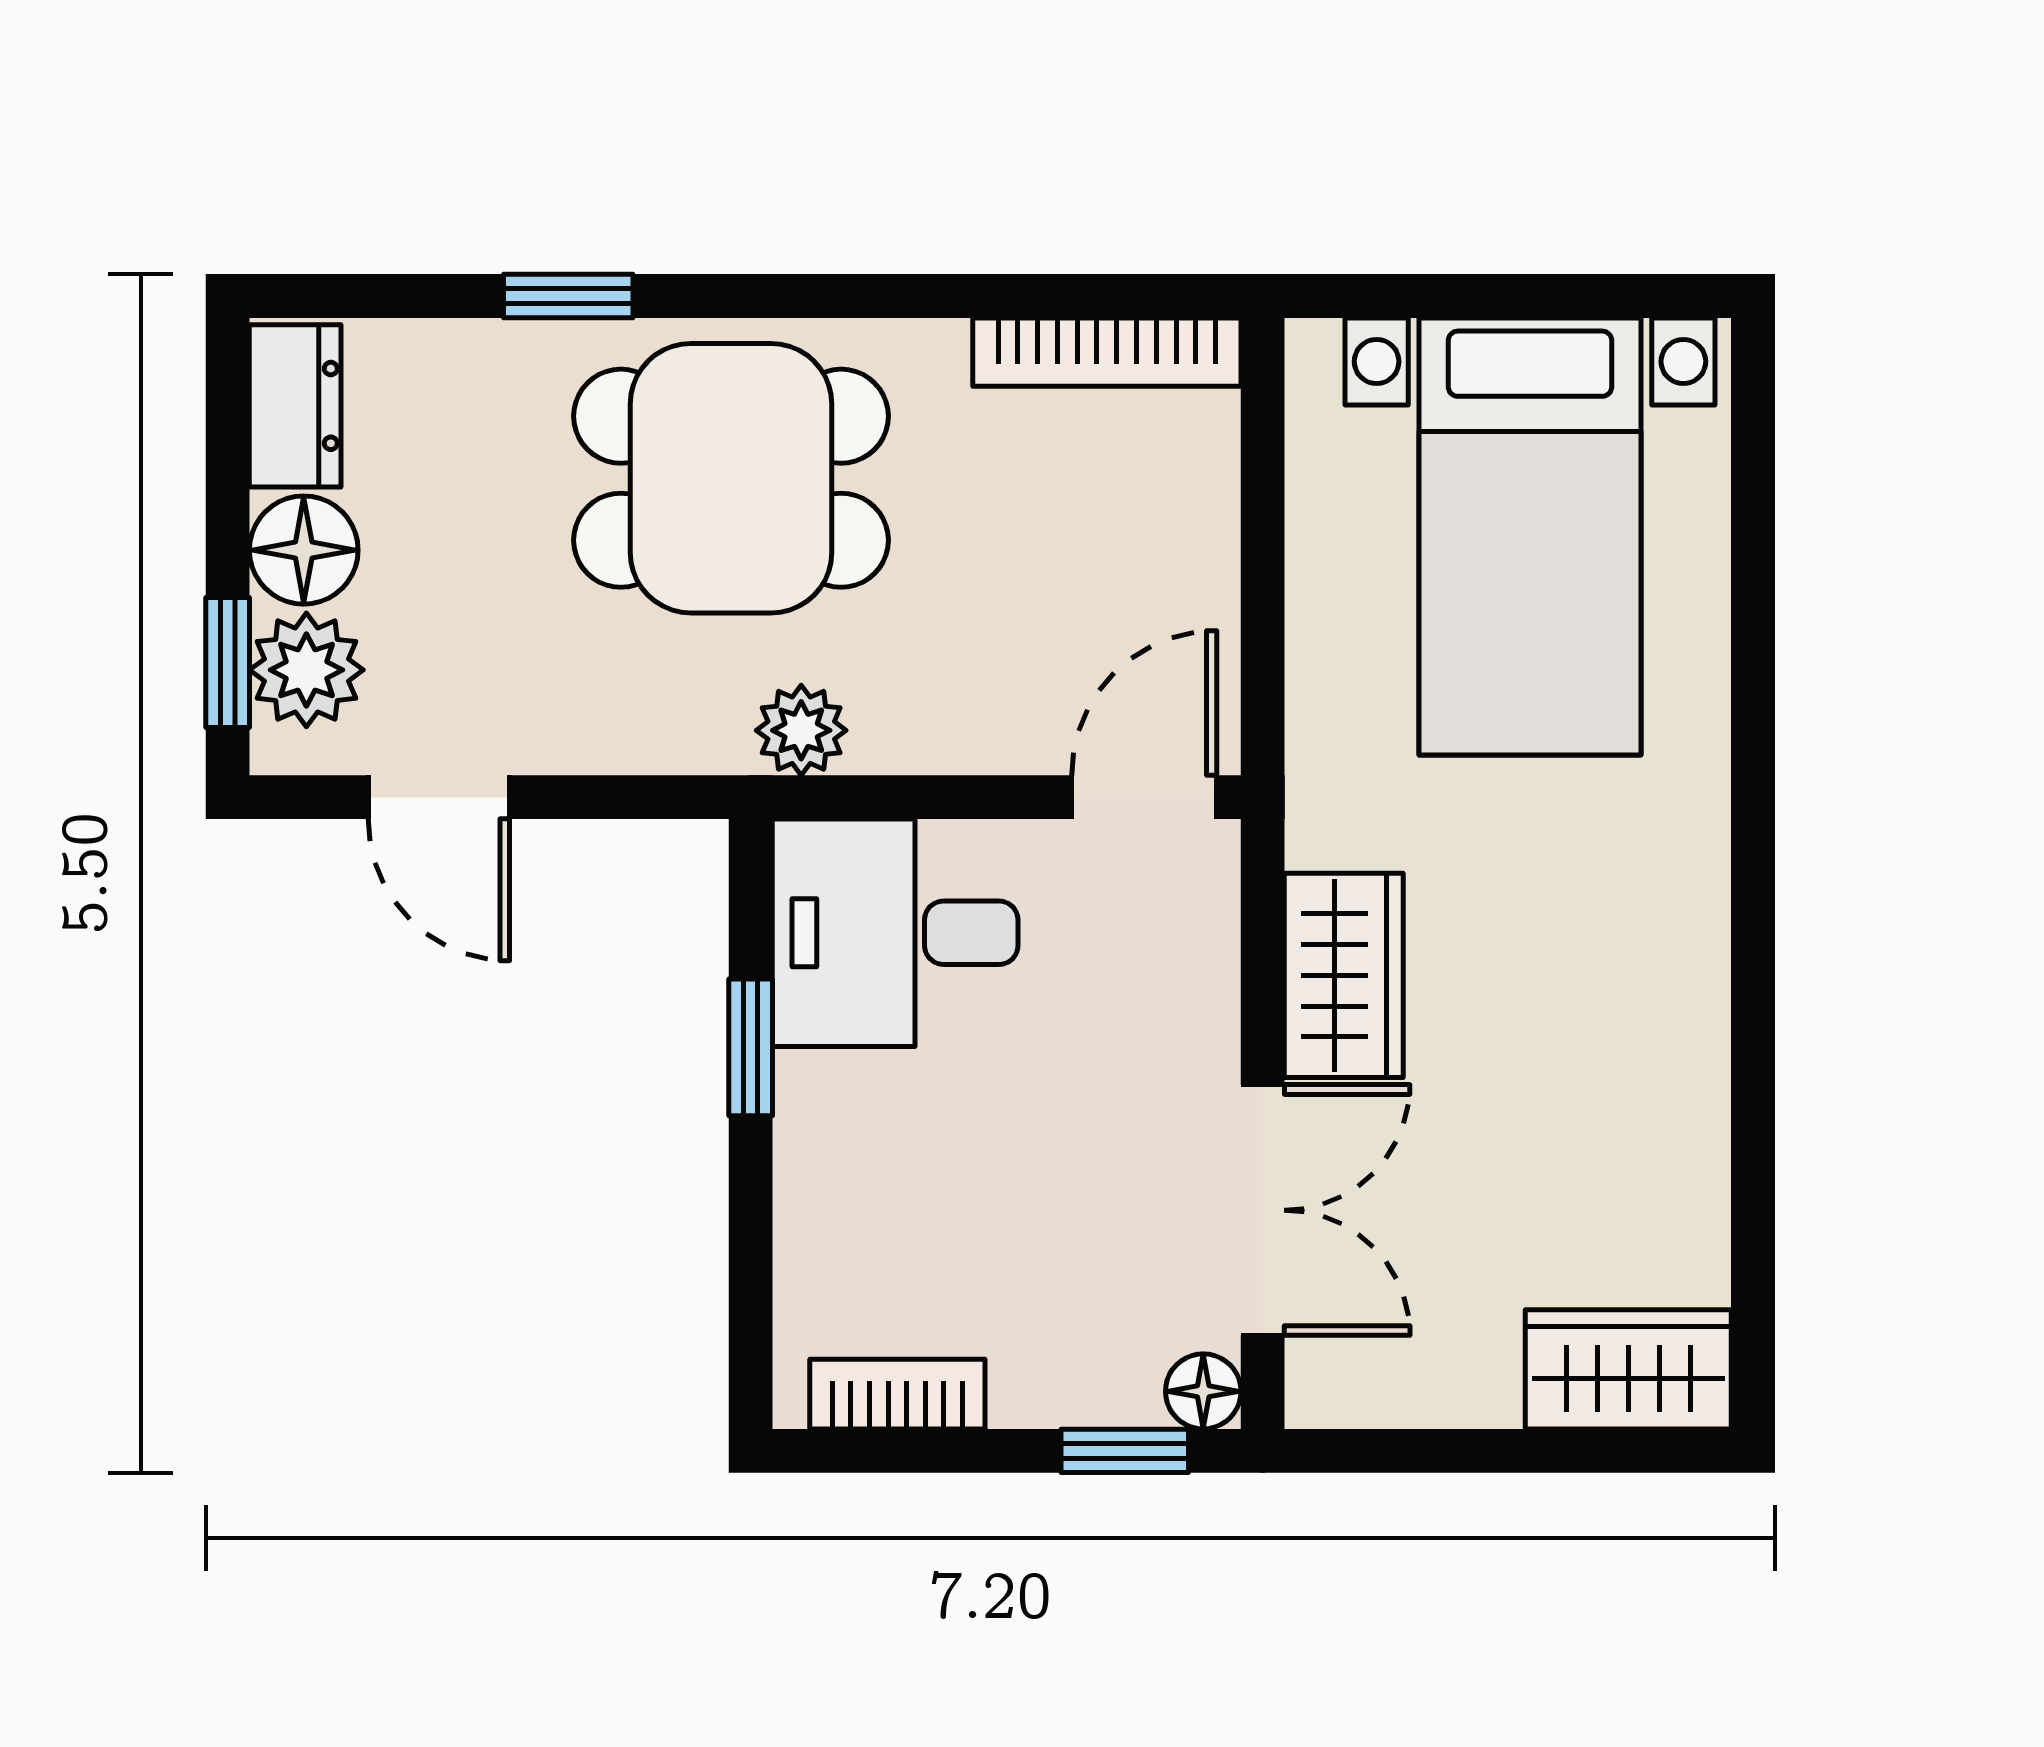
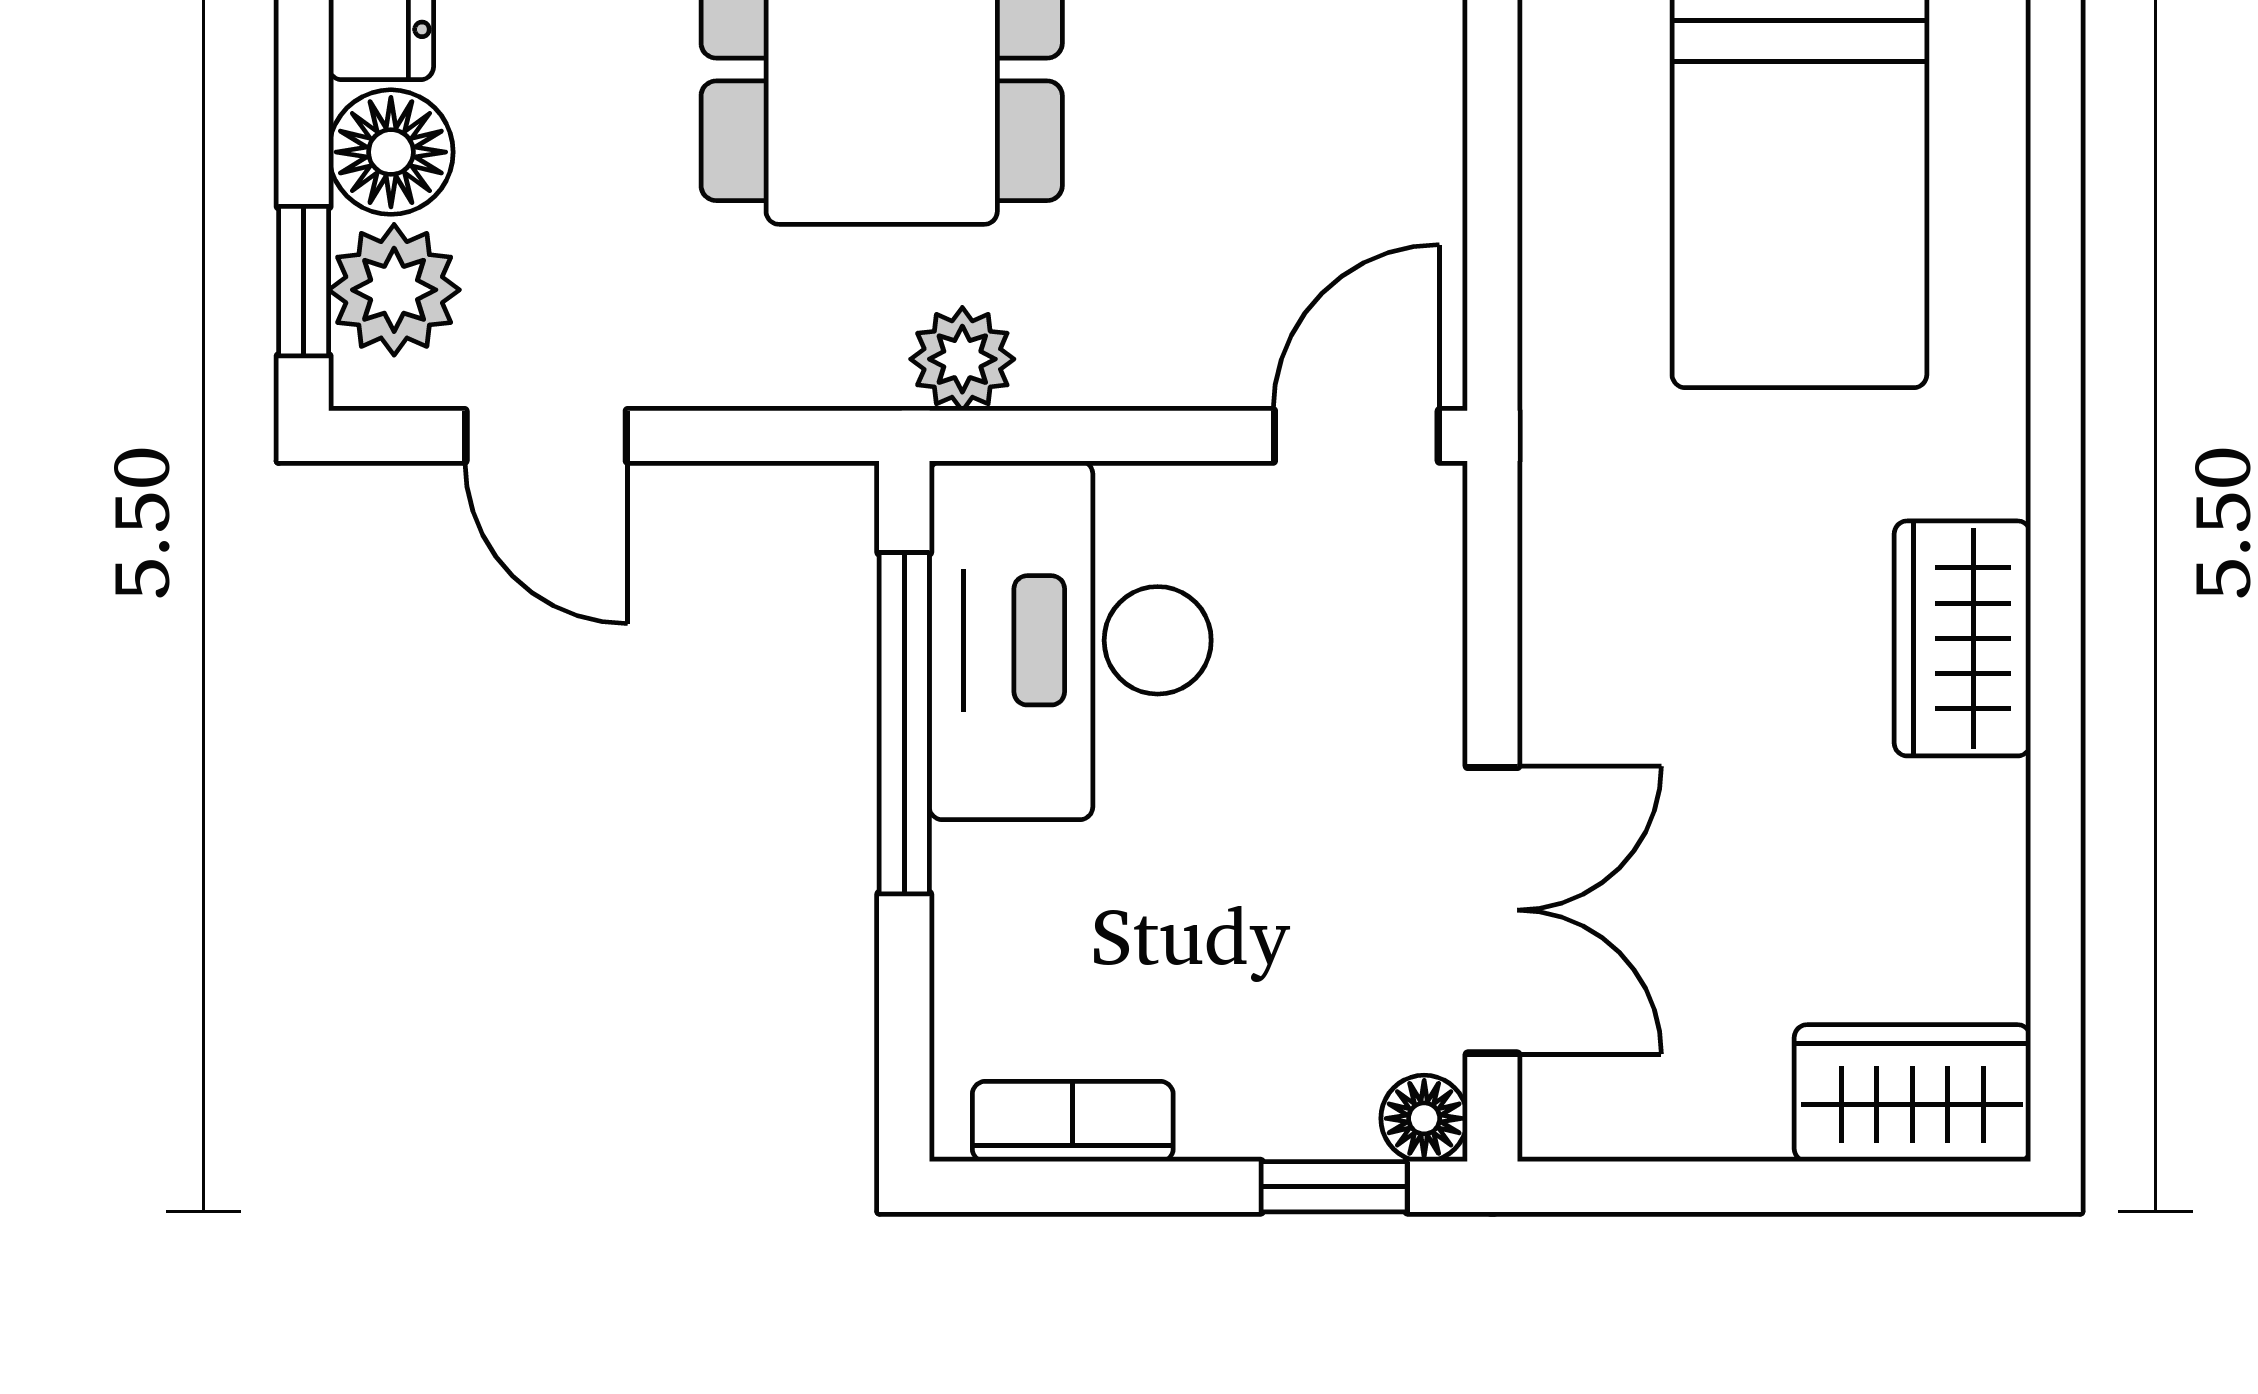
desk: (895, 933) -> (1070, 640), width x1.37
wardrobe: (1344, 975) -> (1962, 638), moved, turned 180
window: (751, 1047) -> (904, 723), width x2.17

